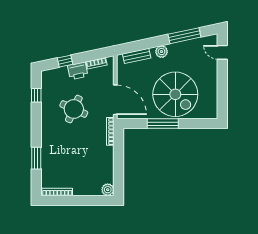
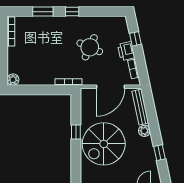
window: (184, 36) -> (160, 153), width x0.46
bench: (137, 56) -> (140, 107), width x1.36
window: (36, 95) -> (72, 12), moved
door: (115, 100) -> (111, 87), moved
window: (163, 124) -> (76, 132), width x0.46

